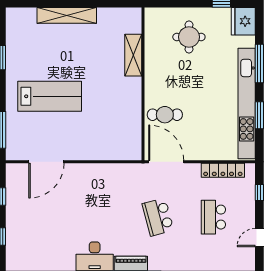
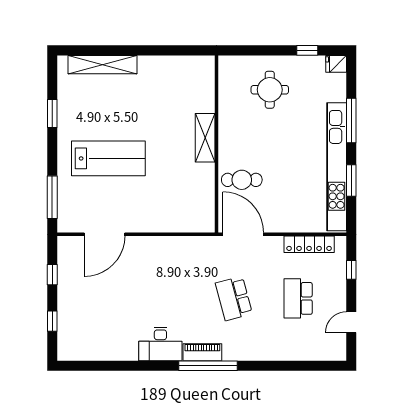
shelving: (67, 15) -> (103, 65), moved
fridge: (243, 21) -> (336, 64), width x0.53, depth x0.75
shelving: (133, 55) -> (205, 138), moved

